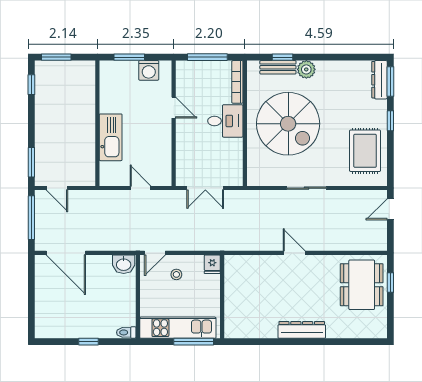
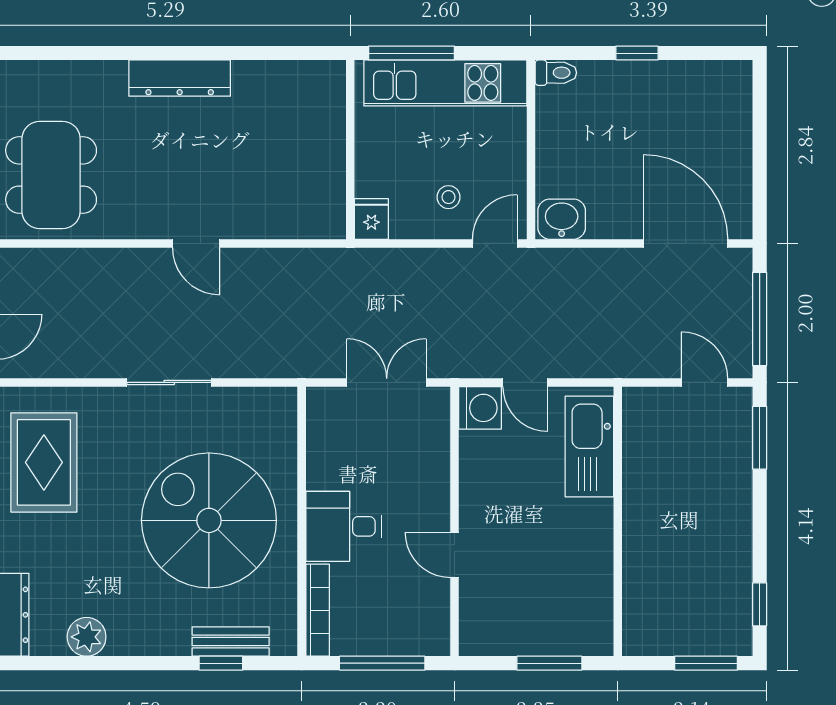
plant: (306, 69) -> (87, 637), moved
washing machine: (149, 70) -> (480, 408), moved, turned 90
kitchen sink: (111, 137) -> (589, 446), moved

